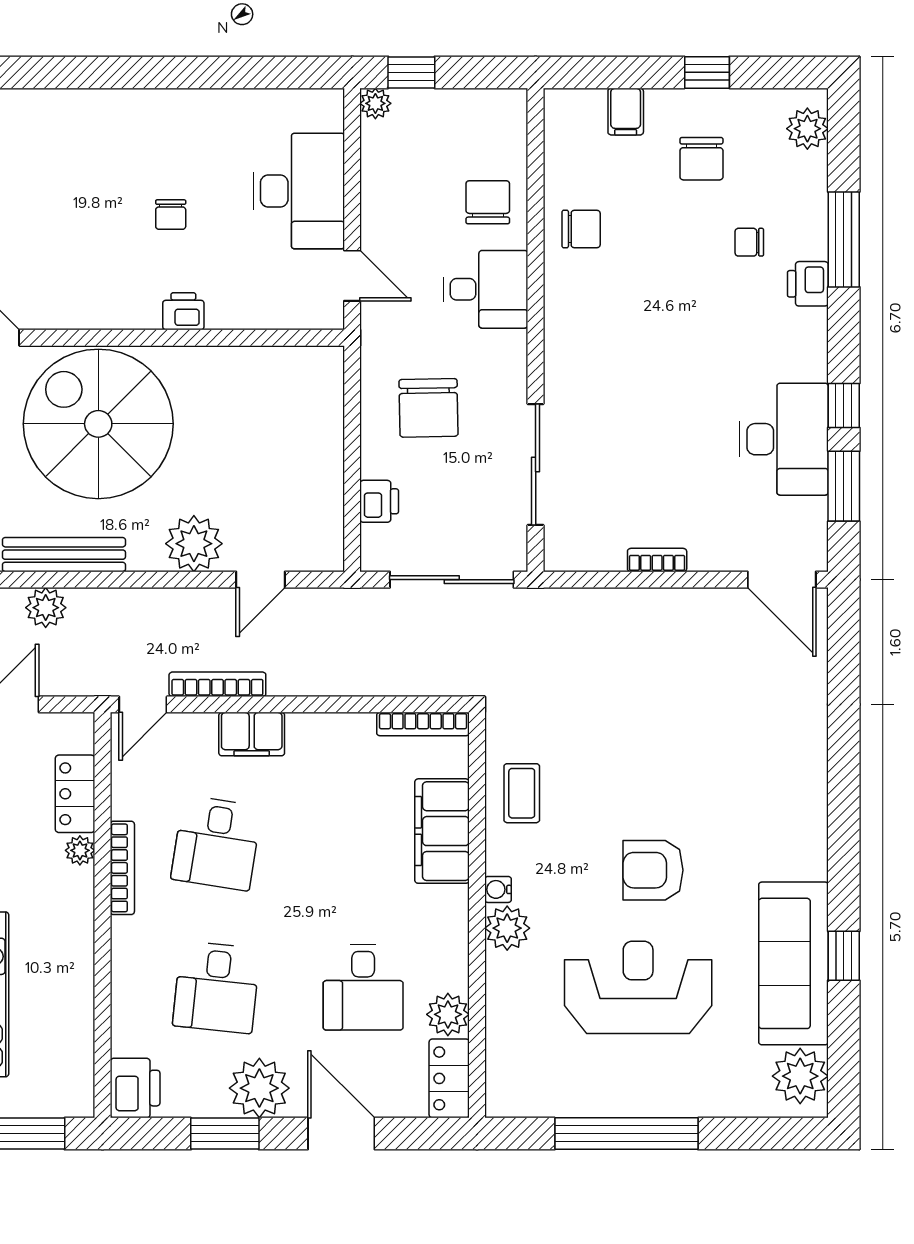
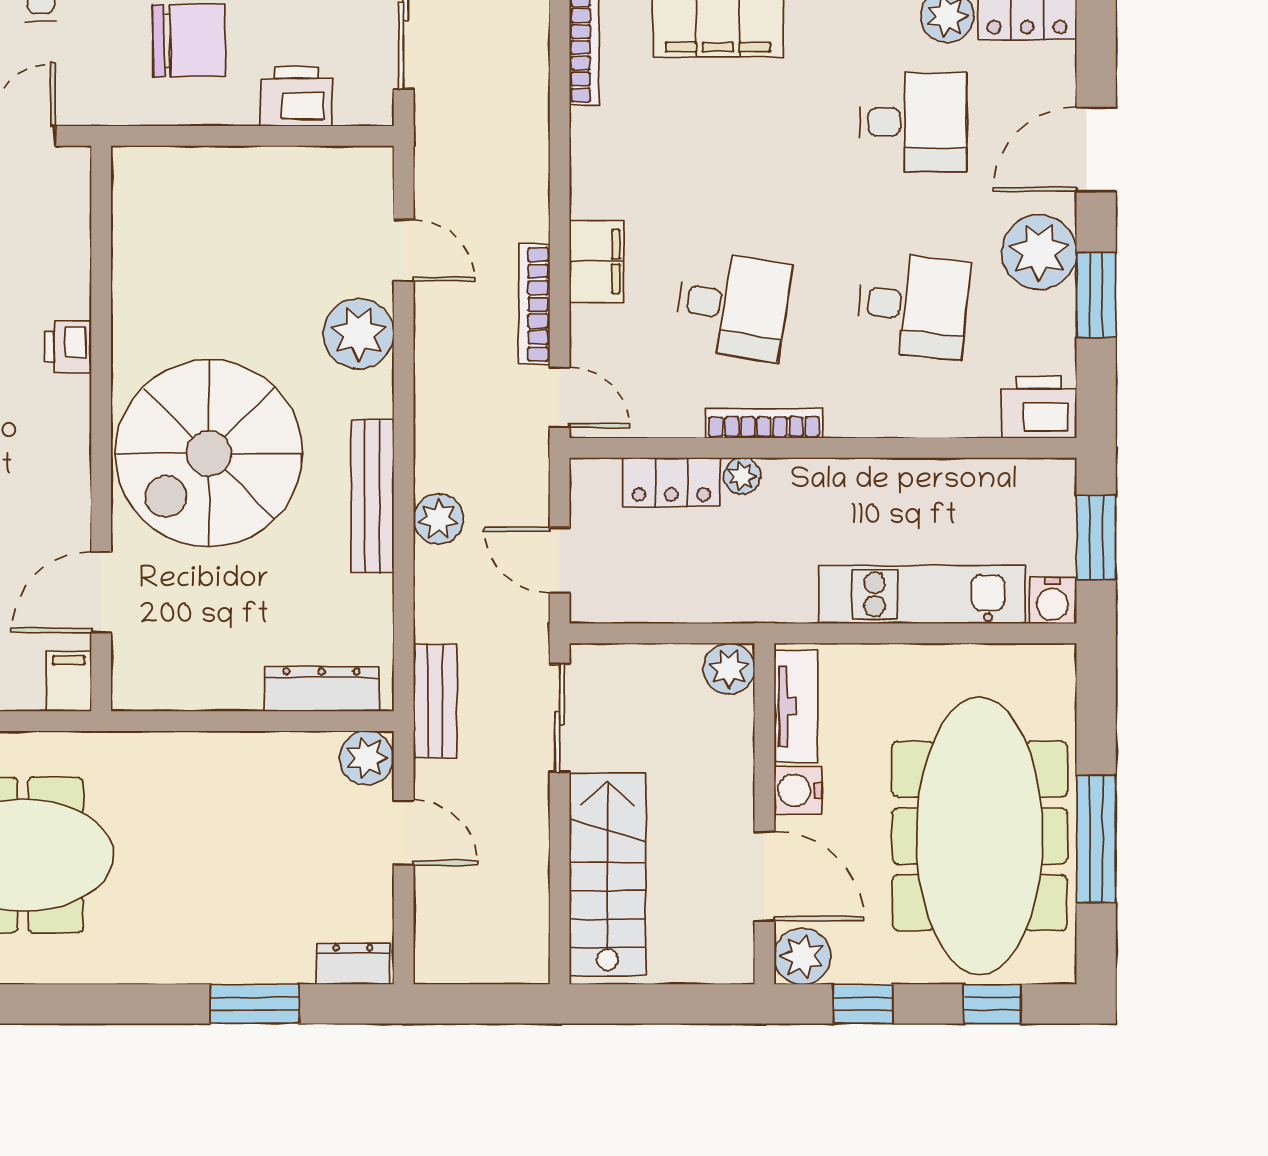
printer: (379, 501) -> (296, 96), width x1.36, depth x1.24

